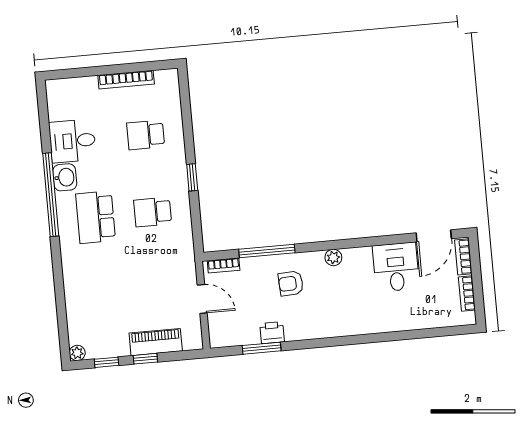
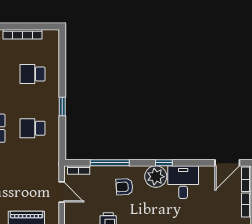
window: (344, 244) -> (164, 163), added
plant: (333, 258) -> (156, 177), width x1.88, depth x1.88
desk: (396, 267) -> (183, 182), moved

